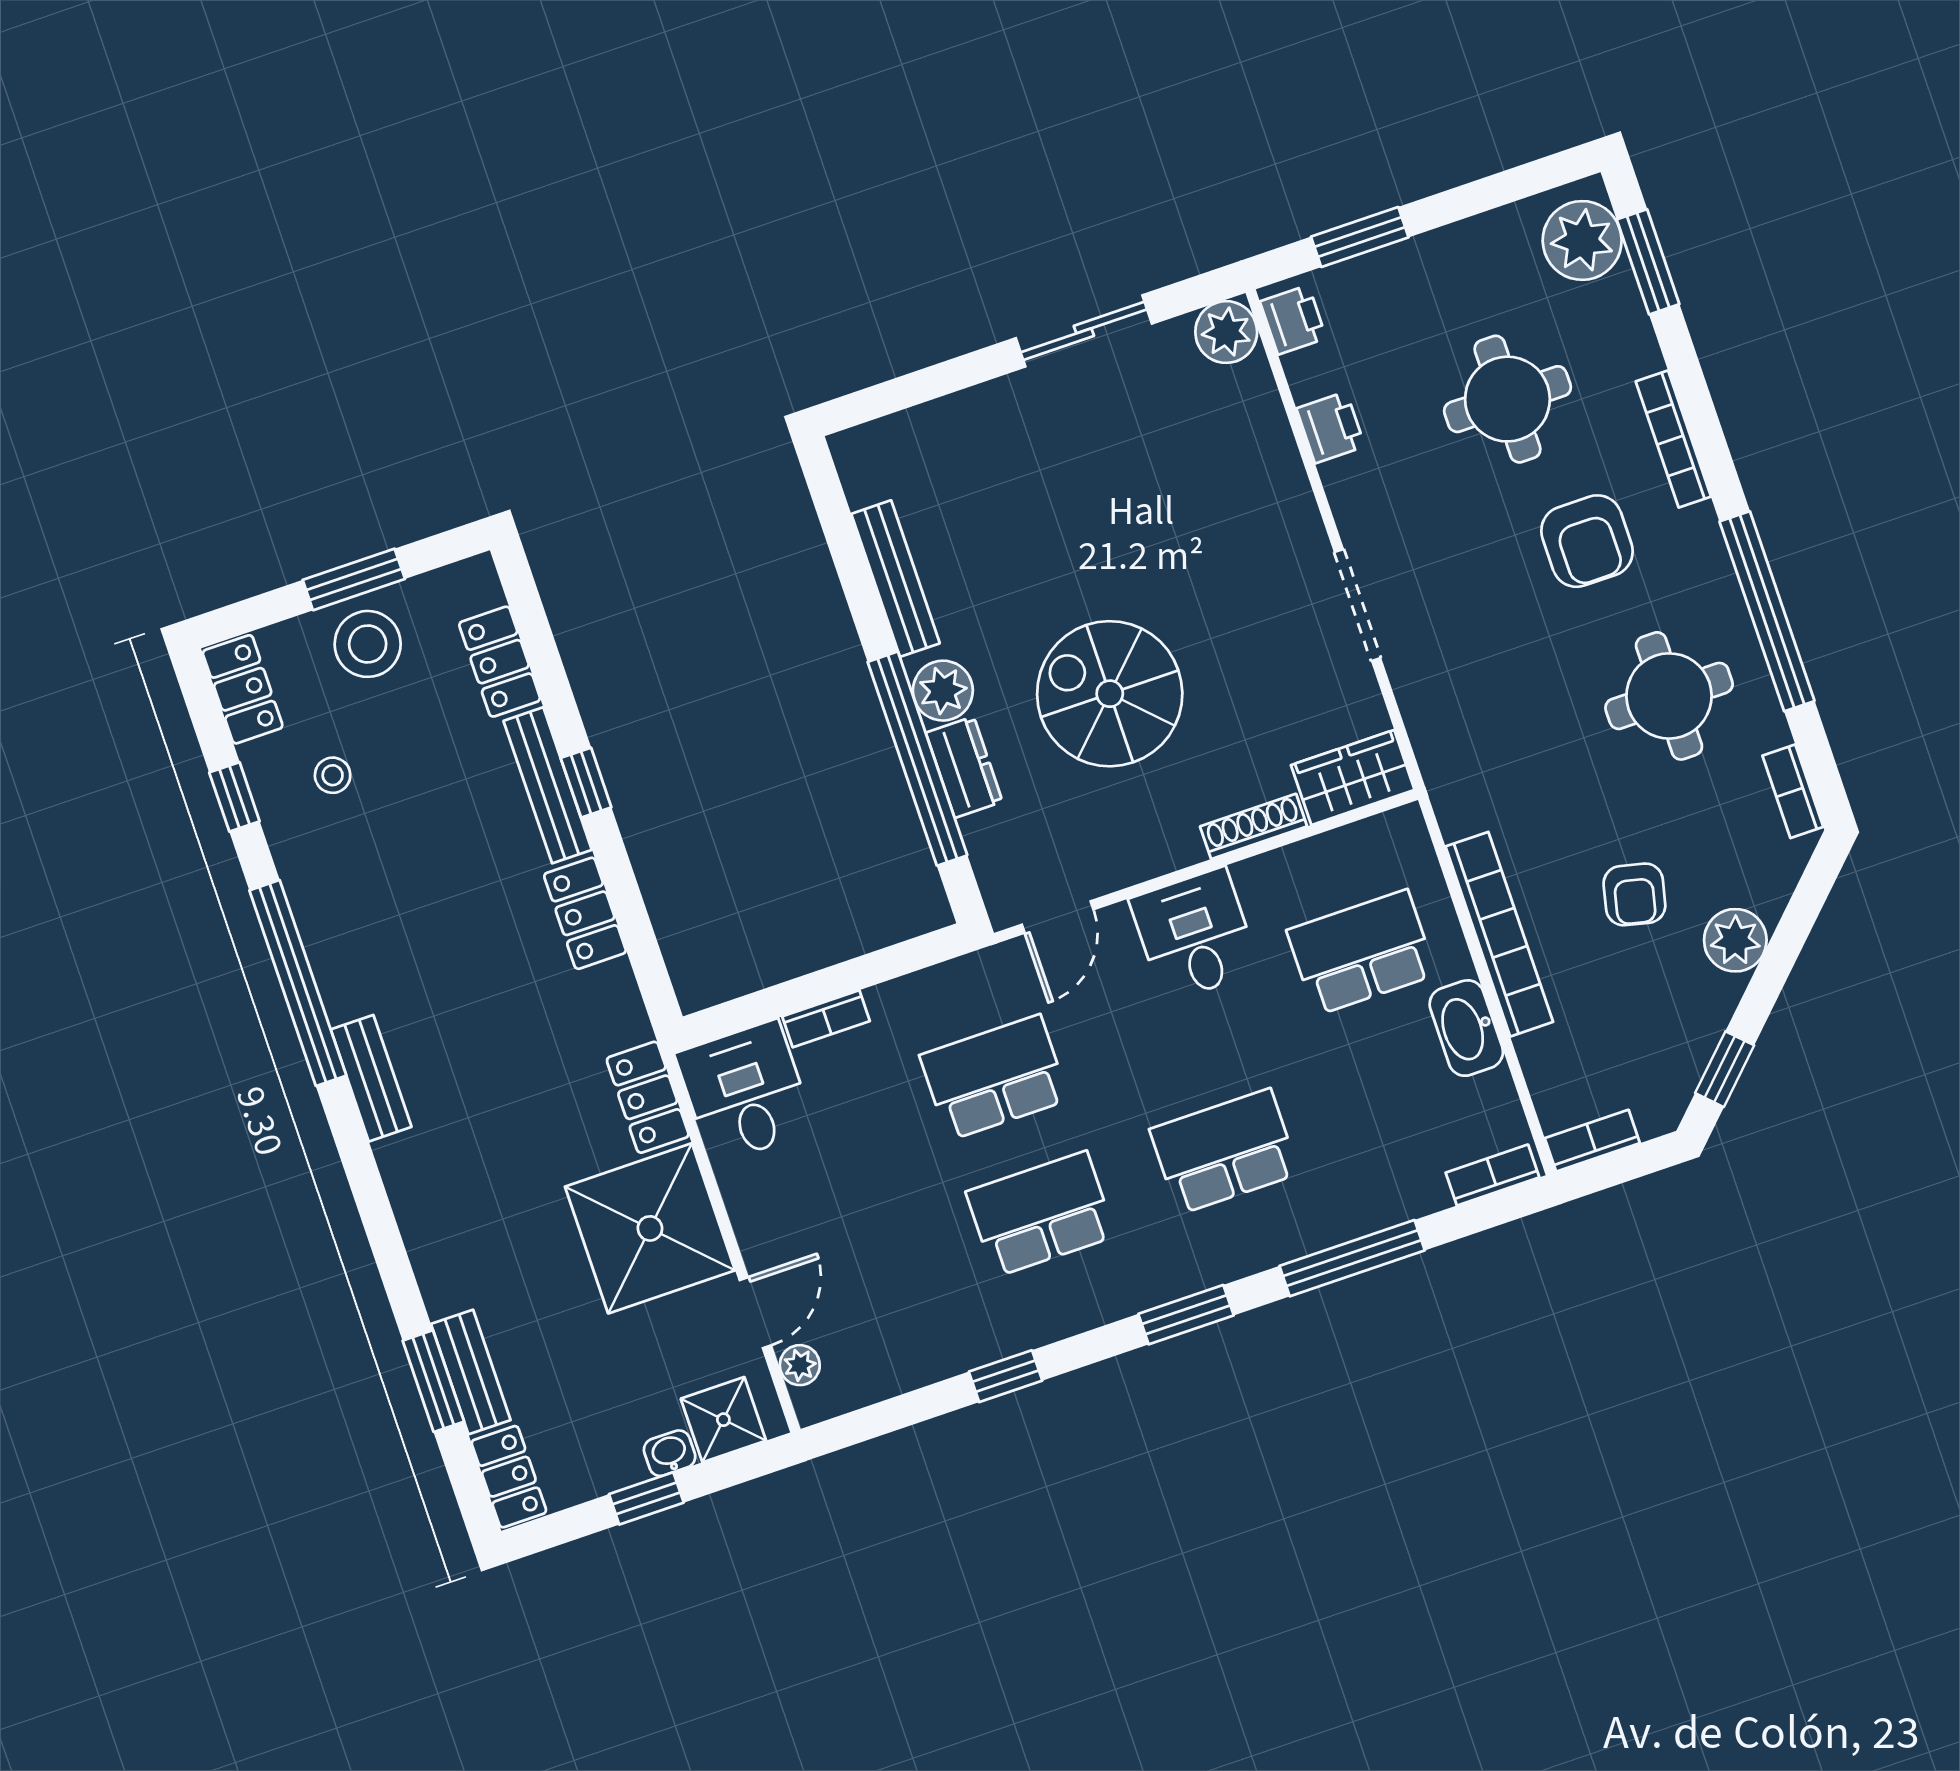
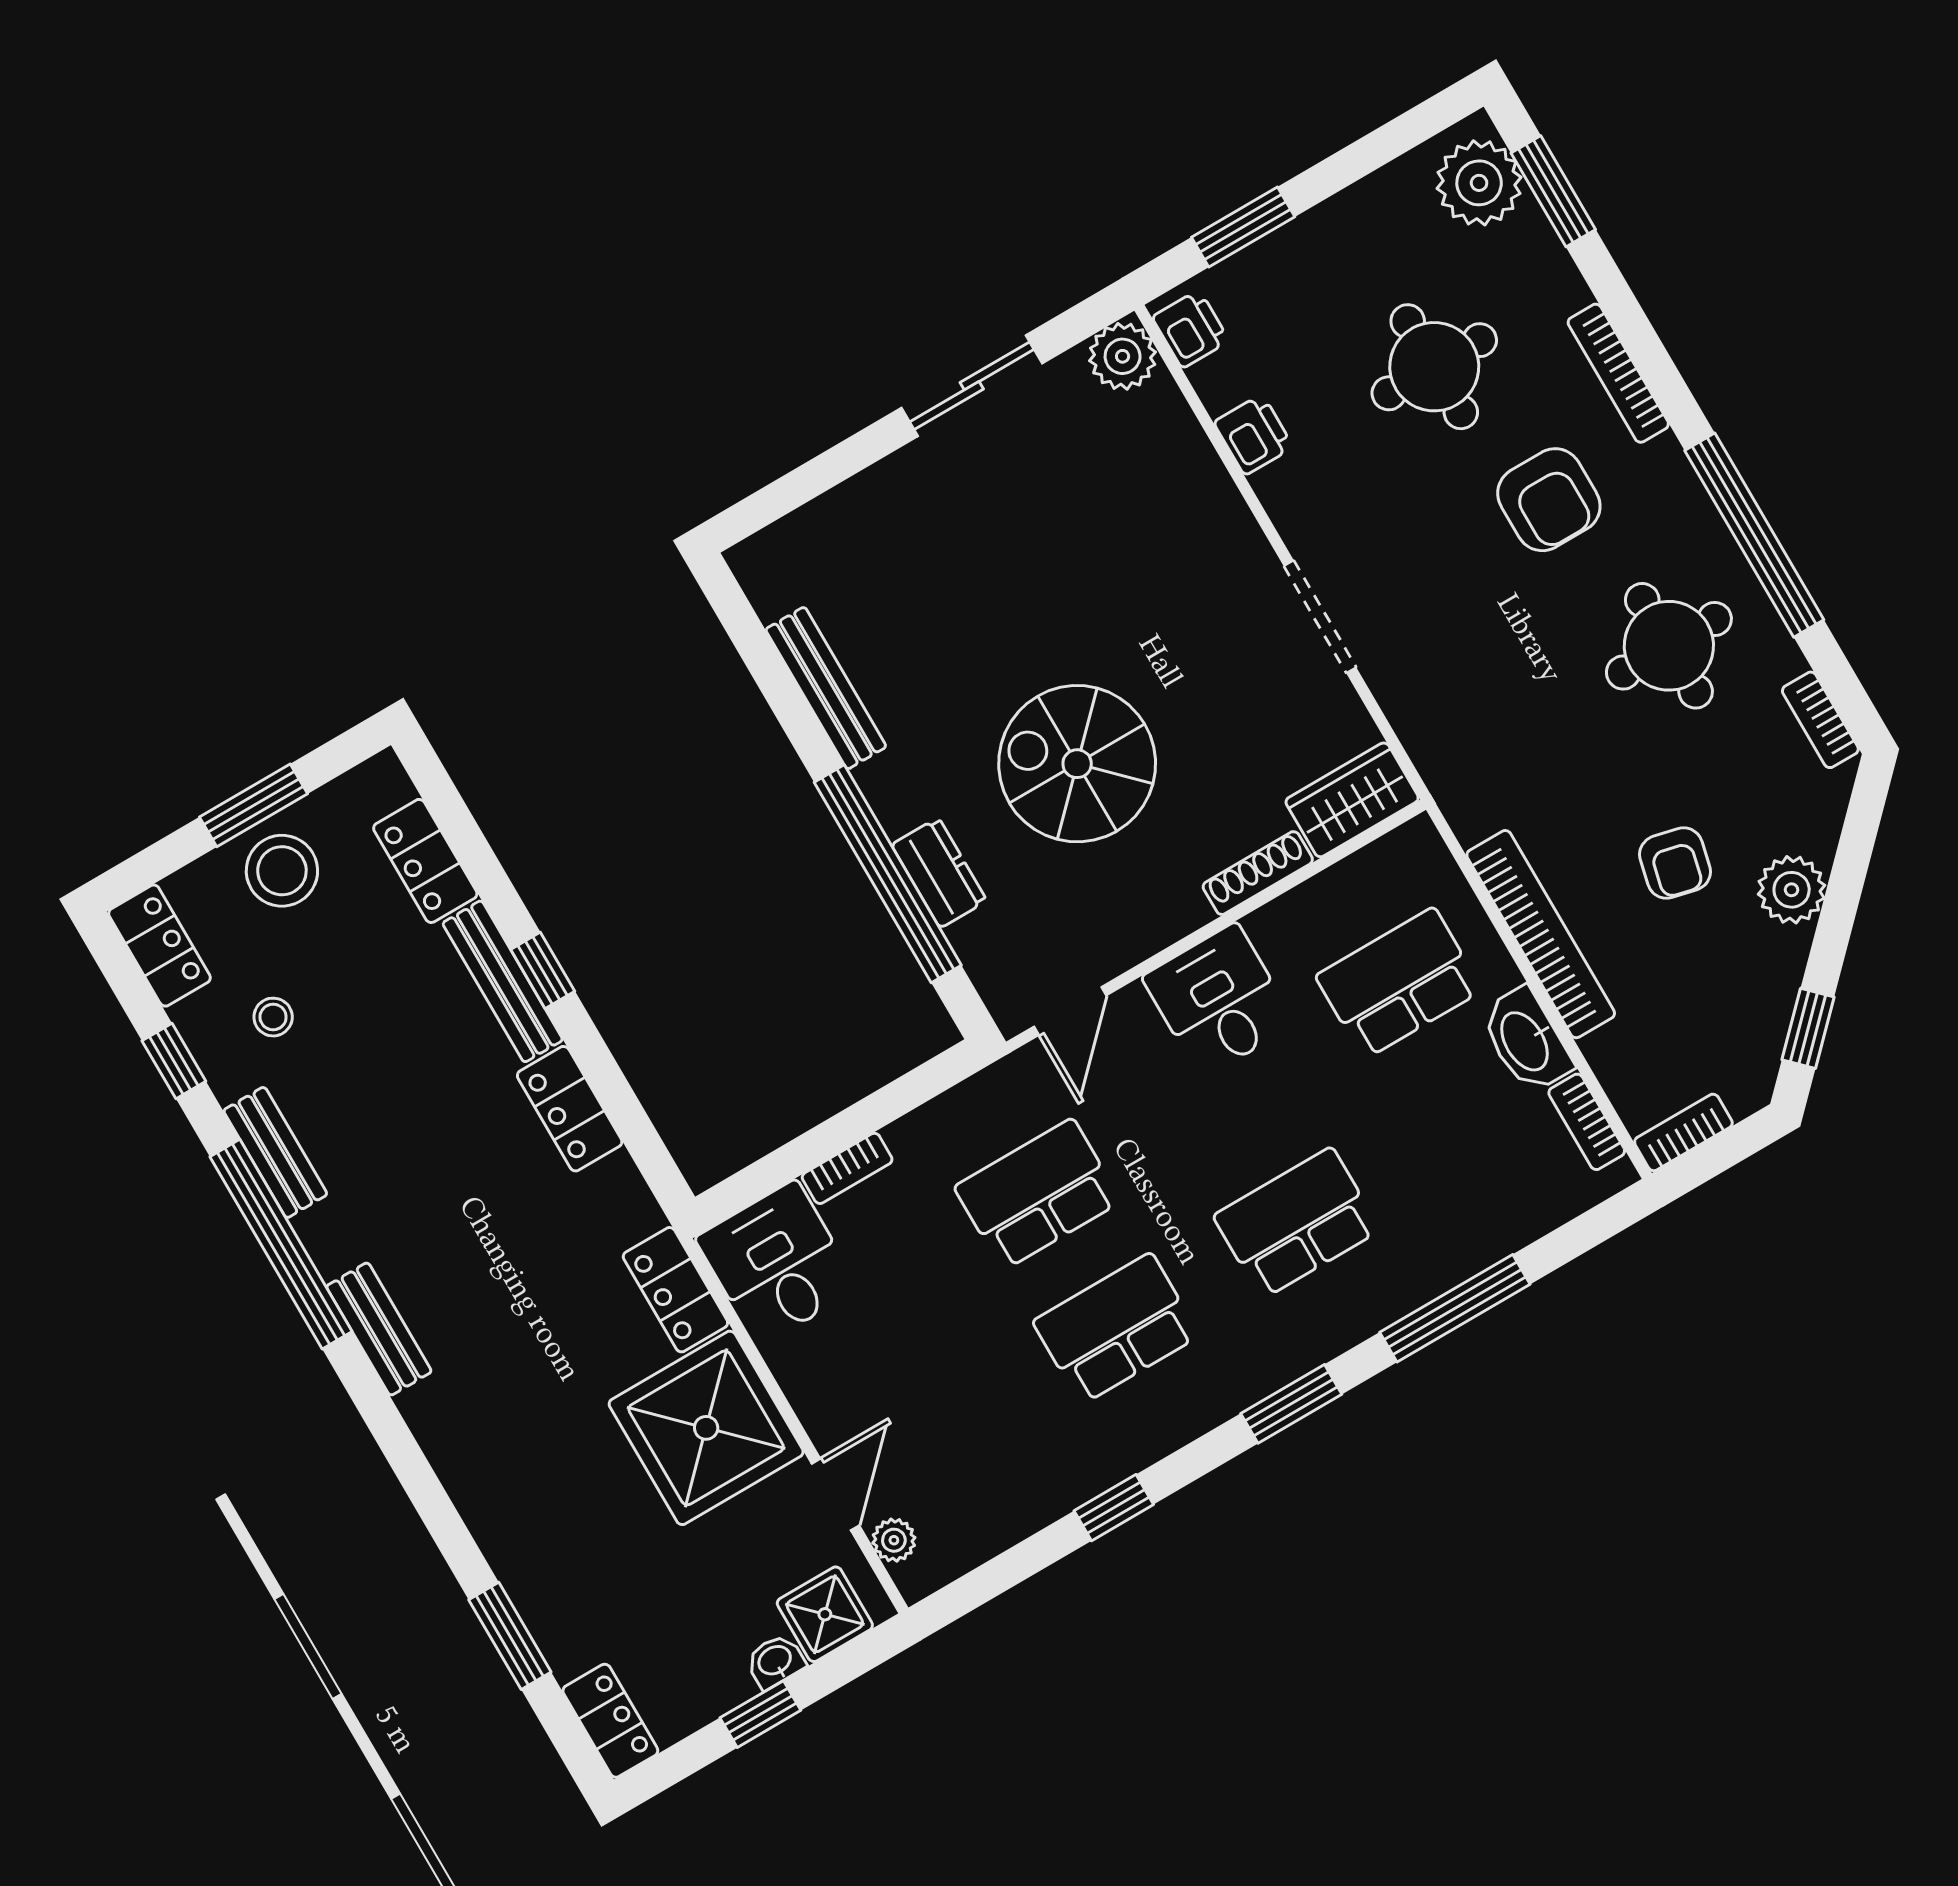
plant: (943, 691) -> (900, 796), removed
bookcase: (1492, 1175) -> (1587, 1122), moved, turned -90
bench: (471, 1372) -> (275, 1152), moved

